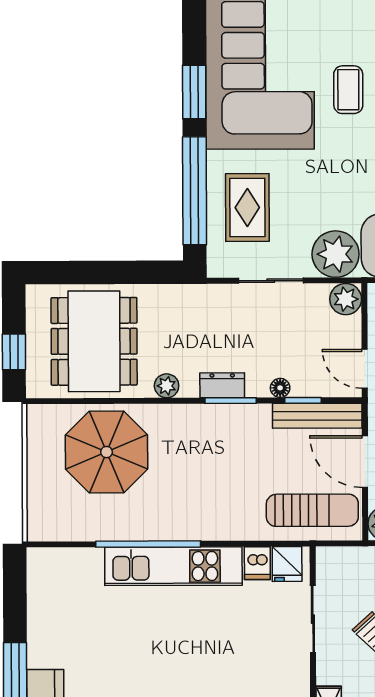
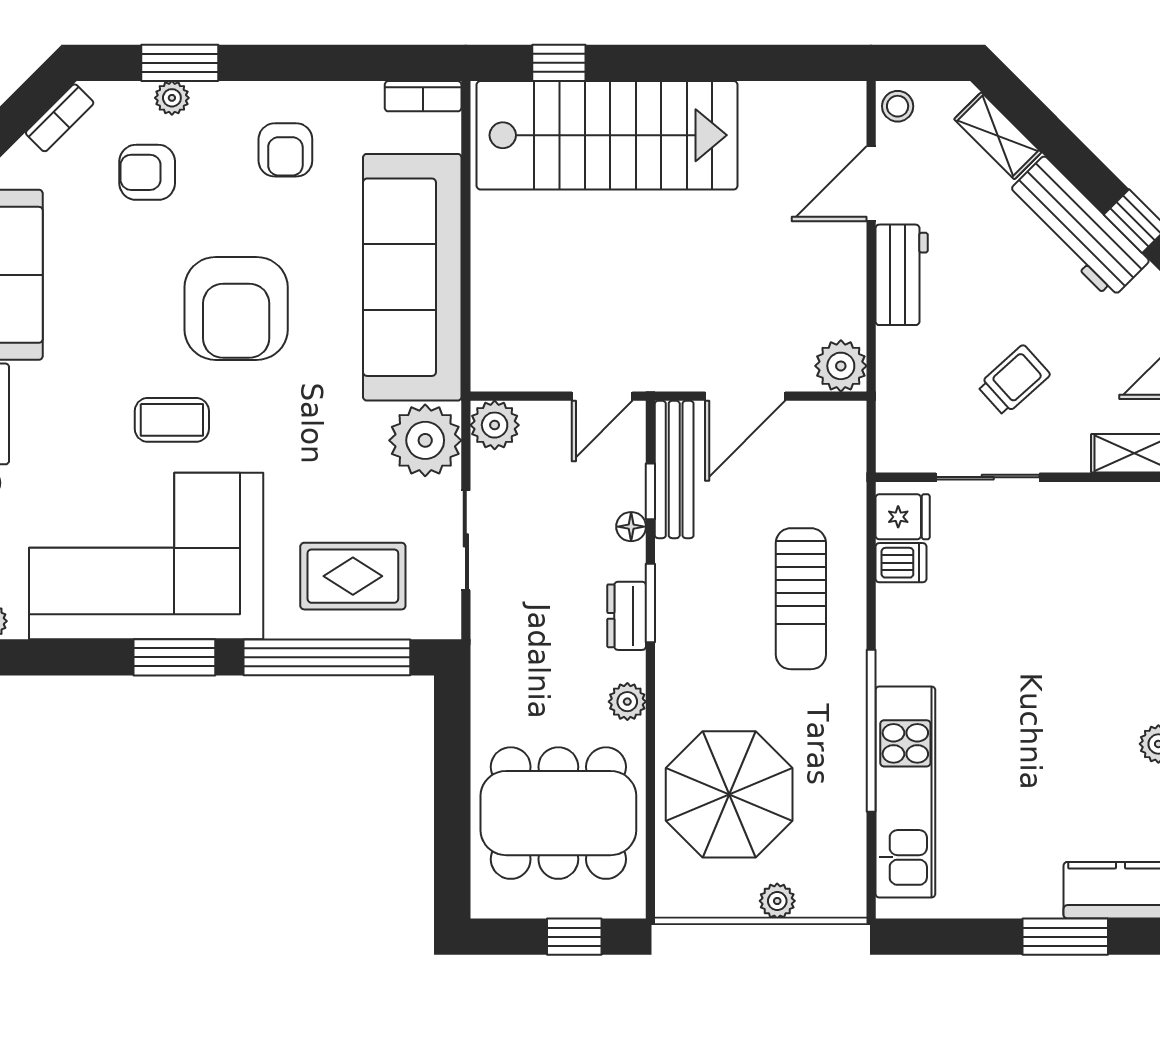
plant: (38, 484) -> (777, 901), added
sun lounger: (312, 510) -> (801, 599), moved, turned 180
kitchen unit: (173, 566) -> (905, 792), moved

